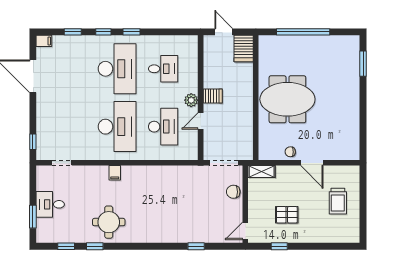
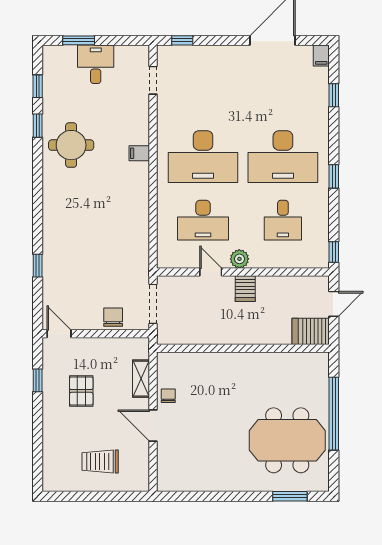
window: (103, 32) -> (334, 252), moved
meeting table: (287, 99) -> (287, 440), moved, turned 90
door: (312, 163) -> (153, 426), hinge flipped
shelving: (262, 172) -> (141, 379), moved

